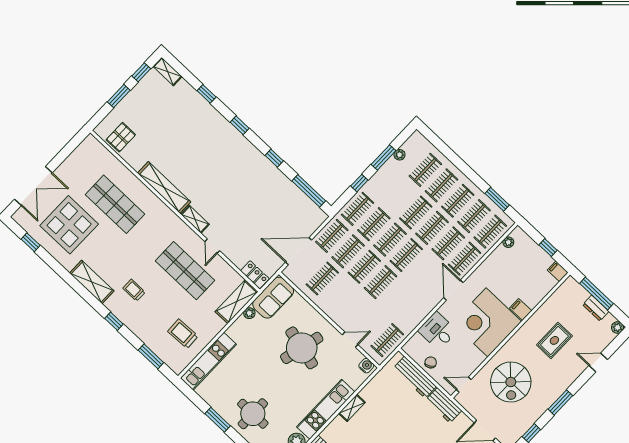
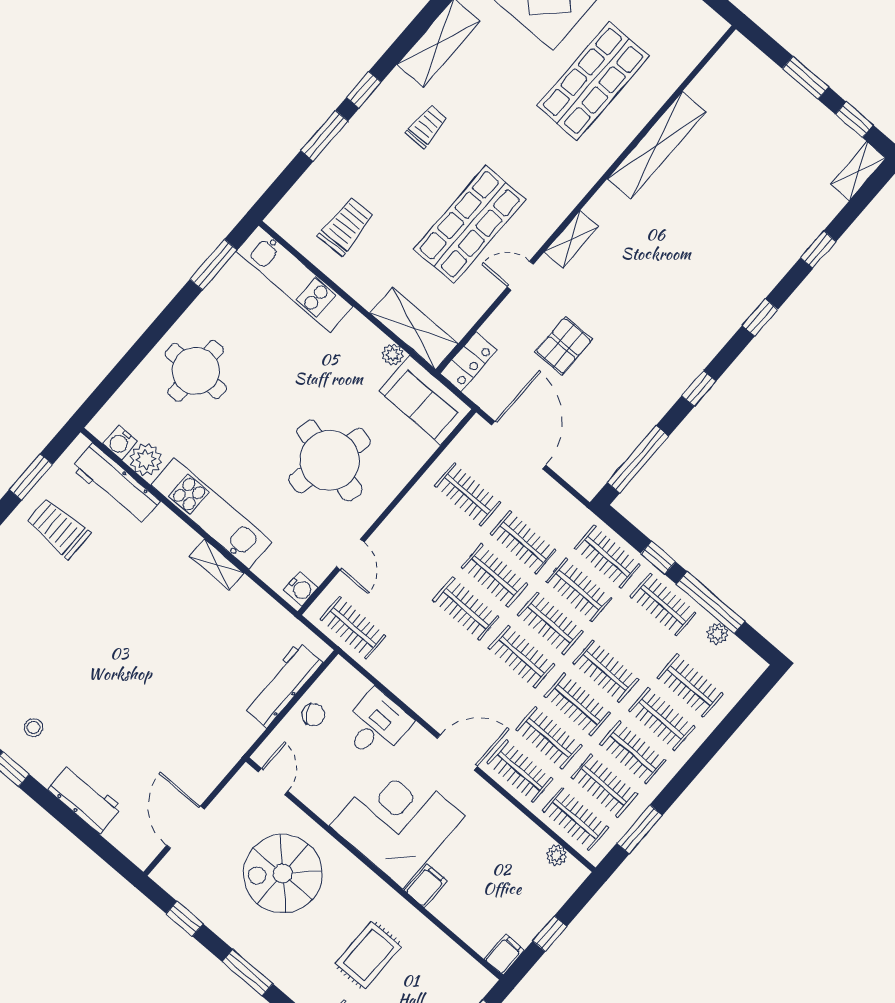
pallet: (121, 137) -> (564, 346), moved, turned 90
window: (384, 157) -> (711, 603), width x1.44
shelving: (164, 187) -> (657, 145), moved
clothes rail: (332, 236) -> (663, 605), moved
rug: (554, 340) -> (368, 955), turned 90
window: (151, 356) -> (324, 136), moved
workbench: (444, 405) -> (231, 744), removed
window: (218, 420) -> (214, 265), moved

